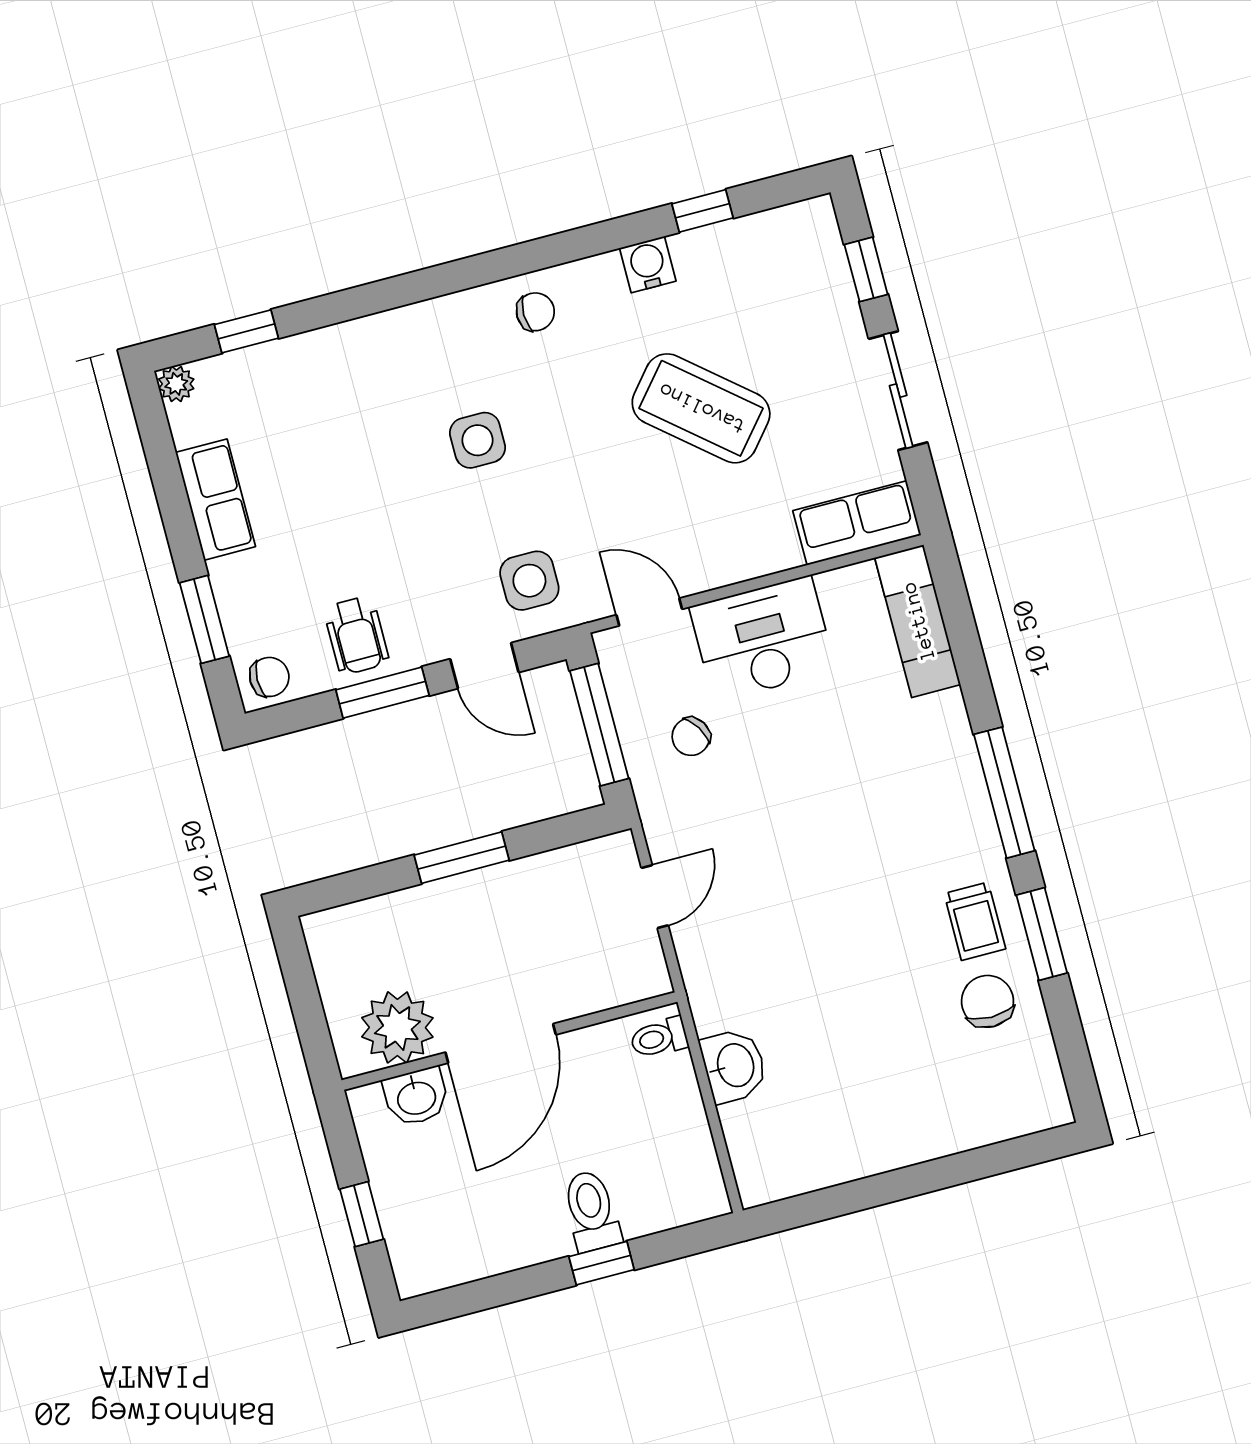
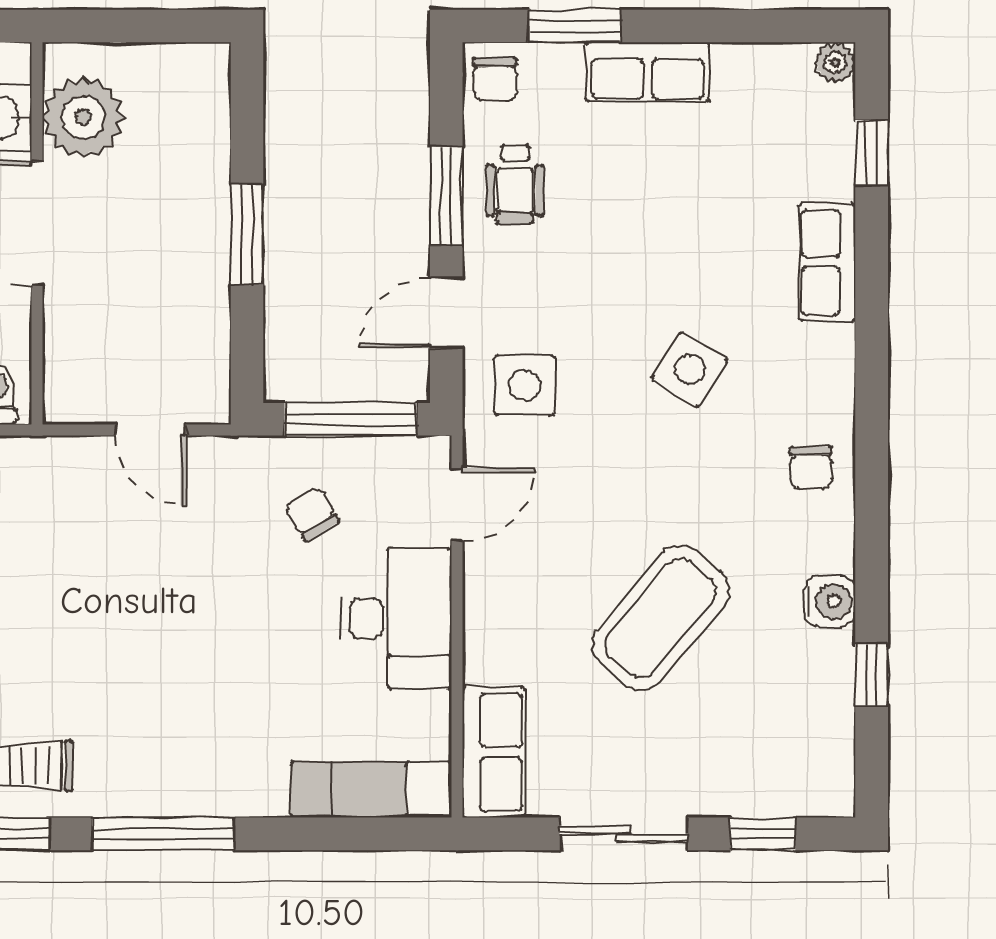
row of seats: (352, 345) -> (827, 262), added
side table: (478, 440) -> (690, 369), turned 32
row of seats: (215, 500) -> (647, 72), moved
wheelchair: (356, 635) -> (515, 184), turned -90

